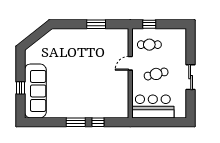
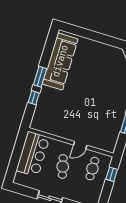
door: (130, 63) -> (80, 145), swing flipped
window: (20, 88) -> (89, 34), removed
sofa: (35, 91) -> (60, 61), moved, turned -90

